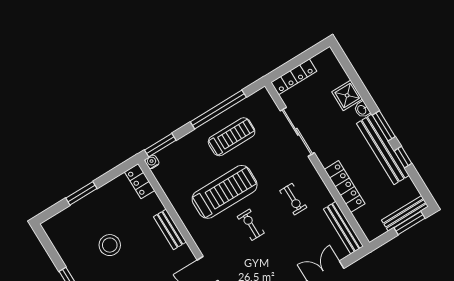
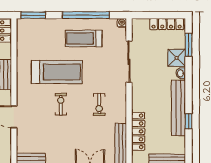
locker: (294, 77) -> (167, 24), moved
window: (384, 126) -> (189, 45), moved
treadmill: (232, 137) -> (84, 38), turned 180
water cooler: (152, 162) -> (122, 23), moved
locker: (345, 187) -> (138, 131), moved

